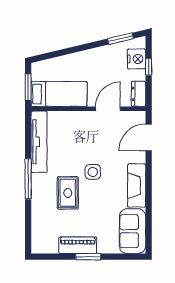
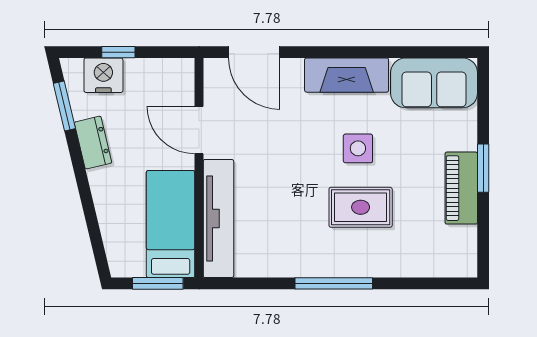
dresser: (138, 94) -> (93, 143), moved, turned -103
tv unit: (39, 142) -> (218, 218), moved, turned 90
side table: (93, 172) -> (358, 148), moved

